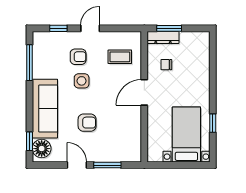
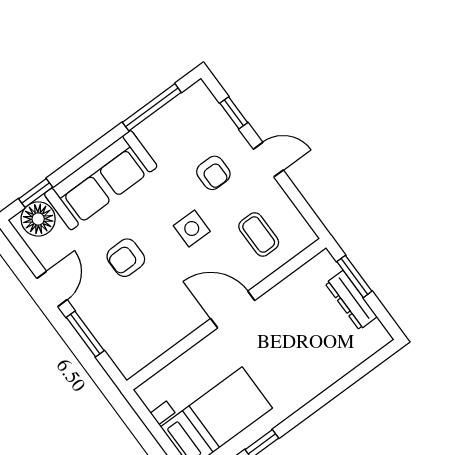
dresser: (163, 37) -> (351, 300), moved
chair: (166, 65) -> (298, 312), removed
side table: (82, 81) -> (192, 229), moved
armchair: (87, 123) -> (126, 258), turned 90

